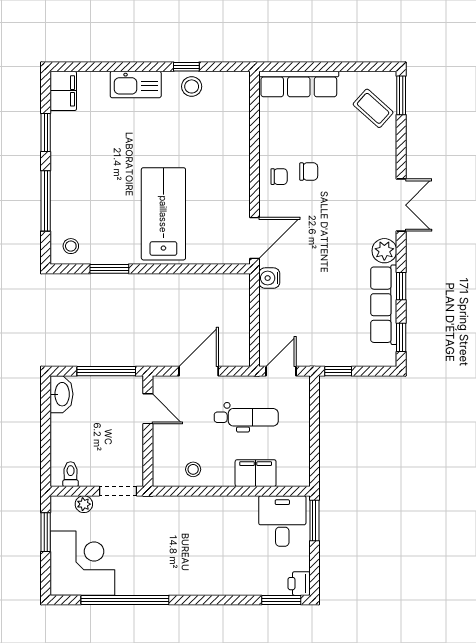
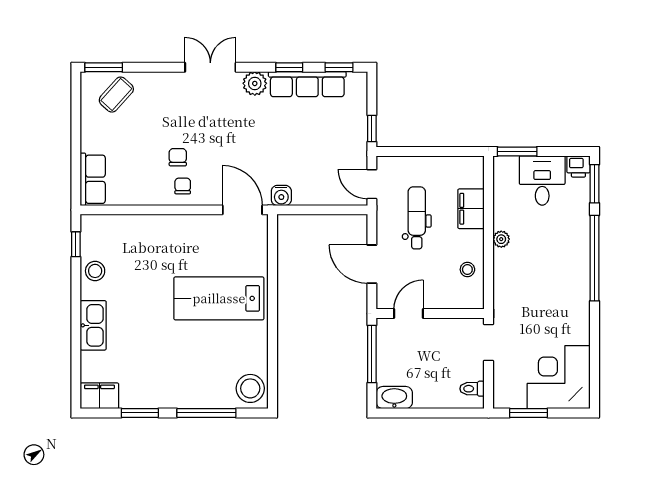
window: (186, 67) -> (76, 244), moved
row of seats: (299, 84) -> (93, 179), width x0.68
stool: (71, 246) -> (250, 388), width x1.89, depth x1.89
window: (109, 269) -> (272, 351), removed
plant: (84, 504) -> (501, 239), moved
desk: (282, 521) -> (542, 180), moved, turned 90
window: (125, 600) -> (594, 258), moved

